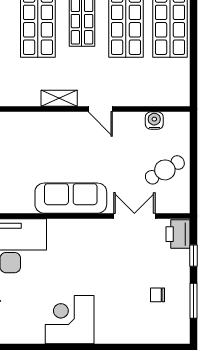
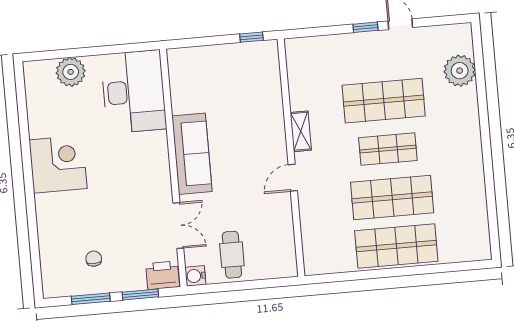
water cooler: (154, 121) -> (195, 276), moved, turned 180
cafe table: (165, 170) -> (232, 255), turned 30
window: (194, 256) -> (140, 294), width x1.50

